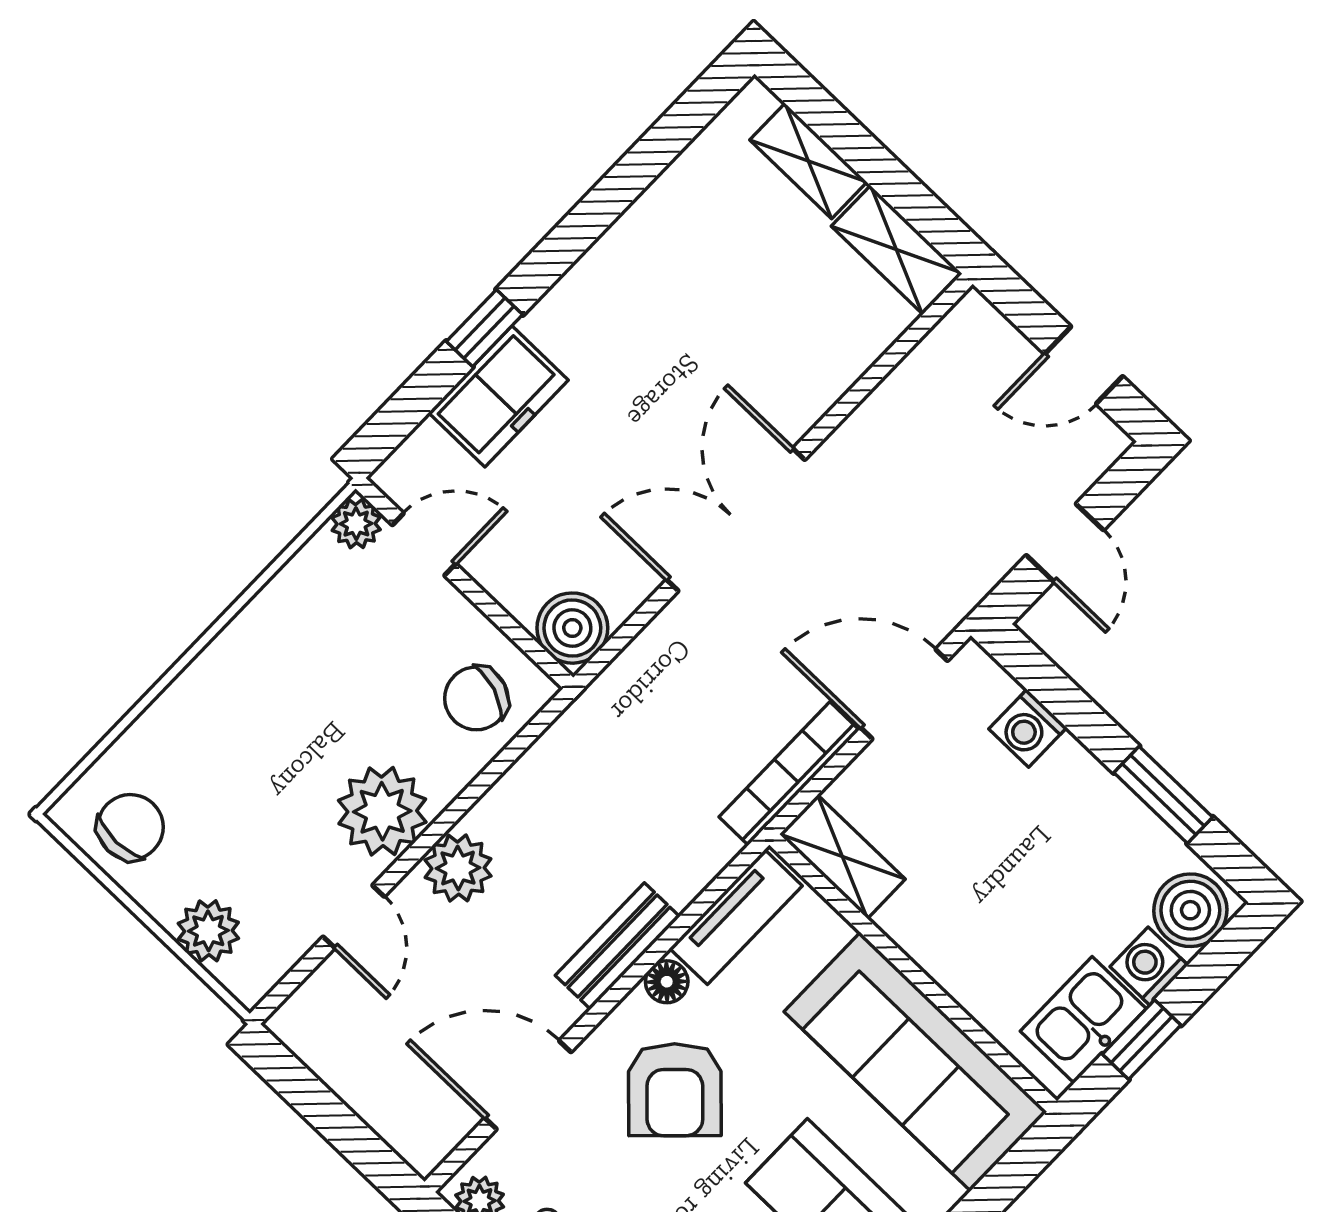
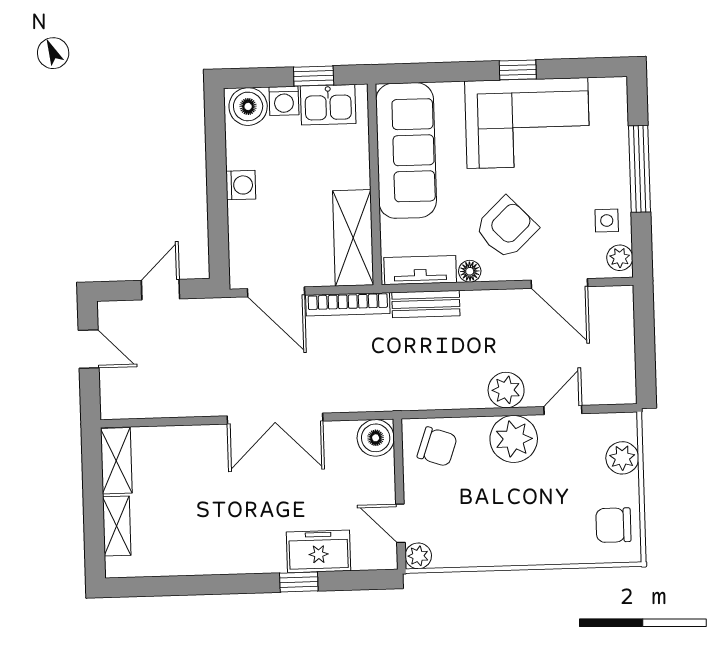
washing machine: (1028, 728) -> (241, 185), moved
window: (1163, 795) -> (216, 159), removed
shelving: (842, 857) -> (353, 238), width x1.50, depth x1.33
bench: (617, 946) -> (426, 304), moved

